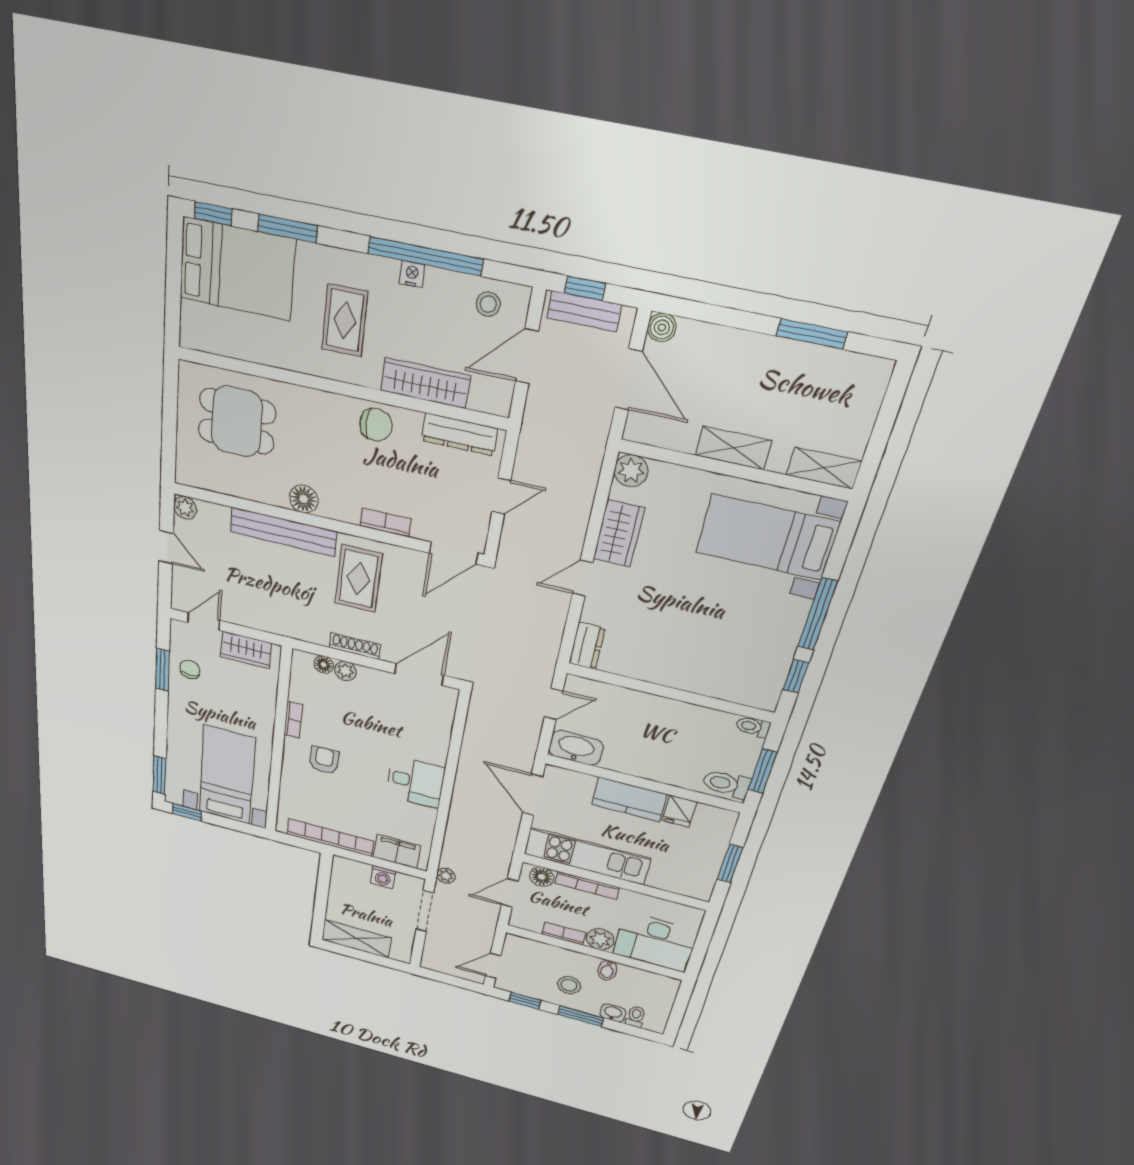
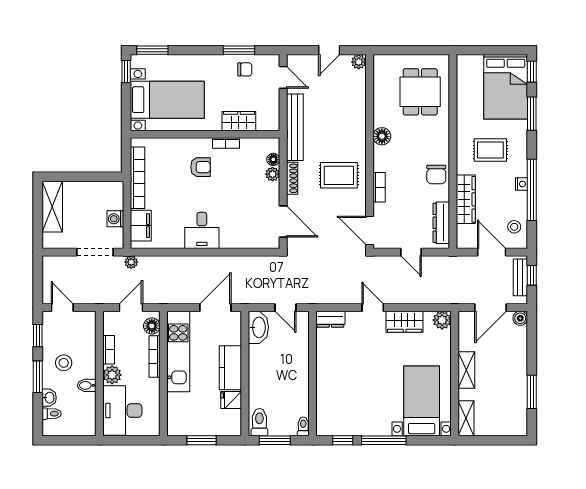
bench: (283, 532) -> (295, 127), moved
wardrobe: (246, 650) -> (239, 121), moved, turned 90
door: (510, 893) -> (131, 308), hinge flipped

